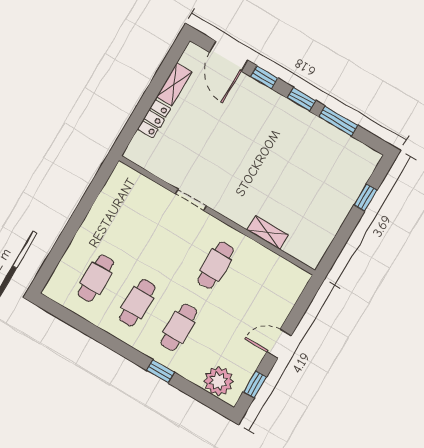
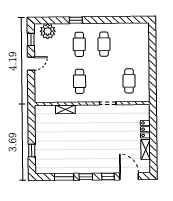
cafe table: (96, 278) -> (129, 81), moved

